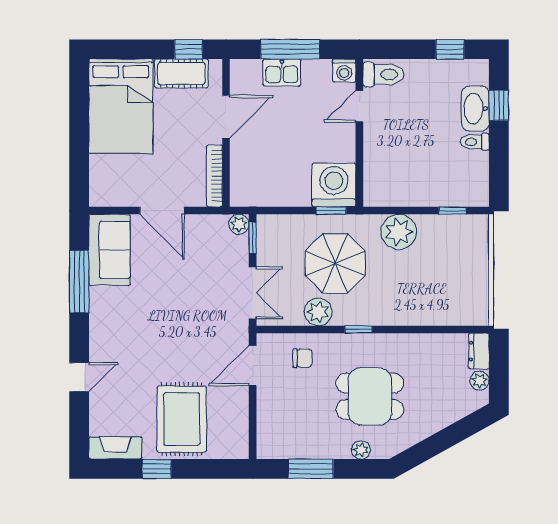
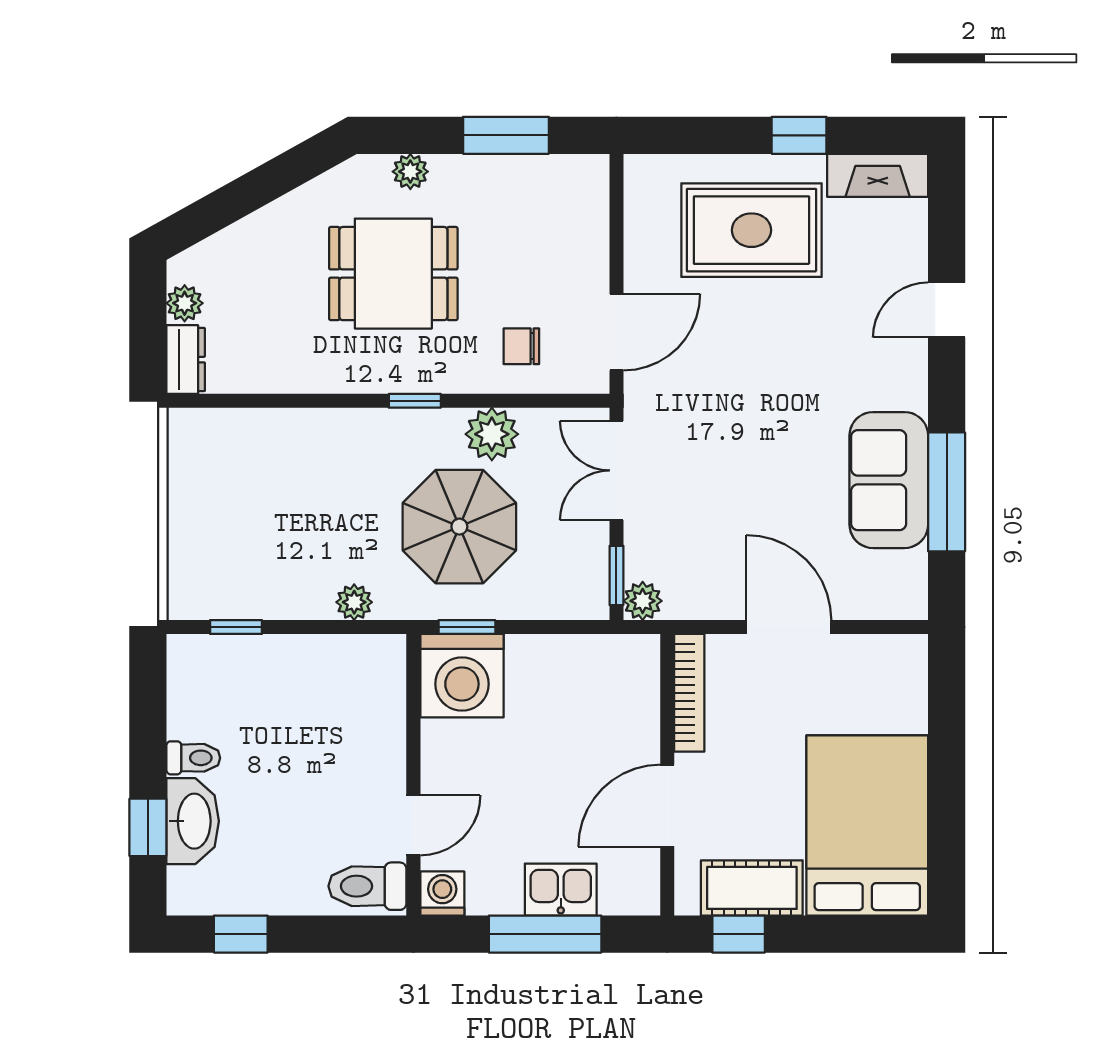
plant: (399, 232) -> (354, 602), width x0.53, depth x0.53
sofa: (110, 250) -> (889, 480), moved
rug: (182, 419) -> (751, 230), turned 90

